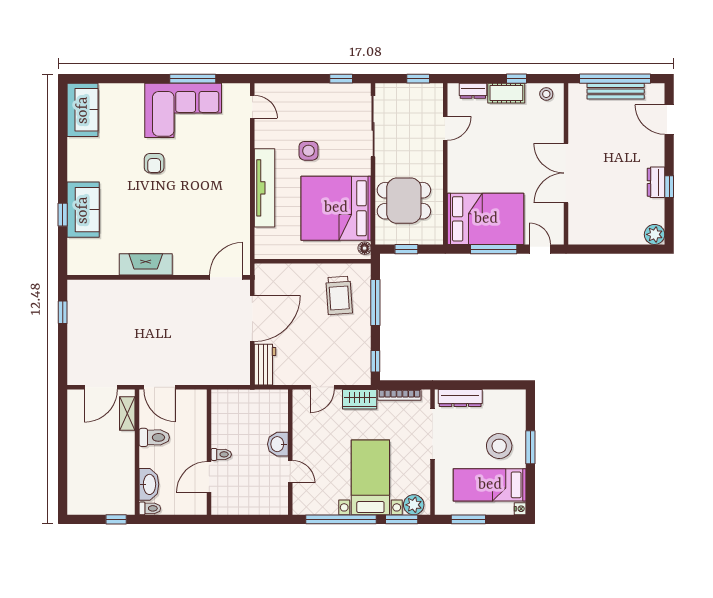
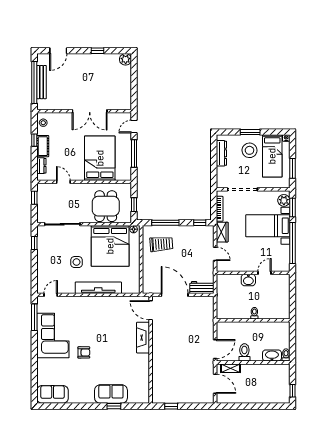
window: (193, 79) -> (34, 317), moved
dresser: (656, 182) -> (95, 58), removed
bed: (486, 219) -> (100, 158), moved
fireplace: (146, 264) -> (143, 338), moved
dresser: (460, 398) -> (221, 153), moved
door: (209, 477) -> (268, 320), removed
window: (116, 519) -> (292, 391), moved

